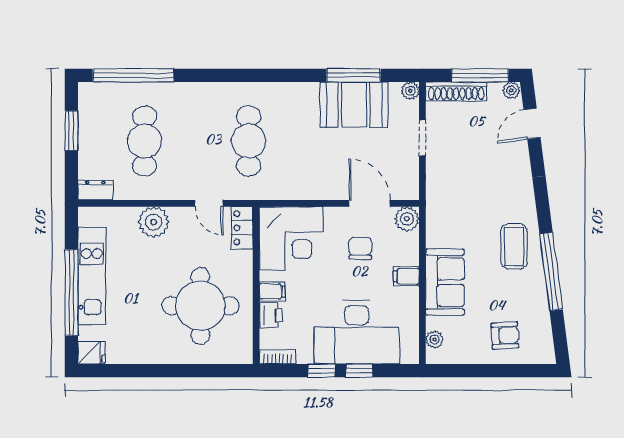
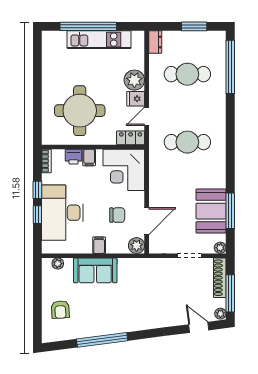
coffee table: (514, 246) -> (119, 315), removed
fridge: (91, 353) -> (136, 99), moved, turned 90

